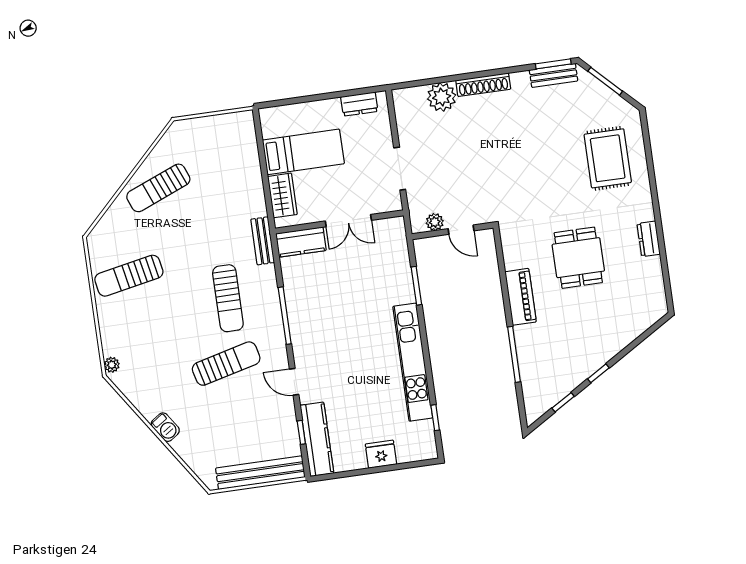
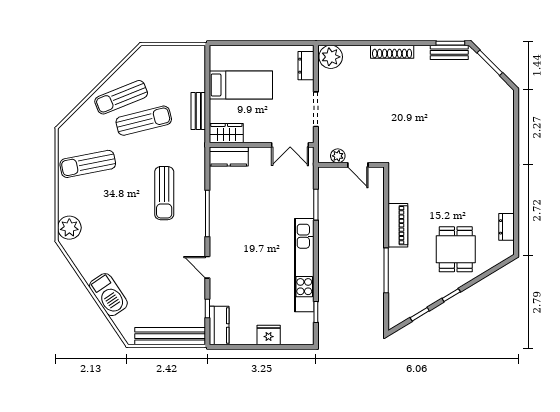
plant: (442, 97) -> (331, 57), moved
dresser: (359, 104) -> (306, 66), moved, turned 90
rug: (608, 158) -> (483, 125), removed
wardrobe: (282, 195) -> (226, 133), moved, turned -90
double door: (348, 221) -> (290, 145), moved
dresser: (649, 239) -> (507, 227), moved
bench: (263, 241) -> (198, 111), moved
dining table: (578, 258) -> (456, 249), moved
sun lounger: (226, 364) -> (144, 121), moved
plant: (112, 365) -> (69, 228), width x1.87, depth x1.87
barbecue: (165, 427) -> (108, 295), width x1.88, depth x1.53
kitchen counter: (317, 439) -> (219, 325), width x0.67

